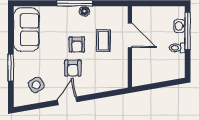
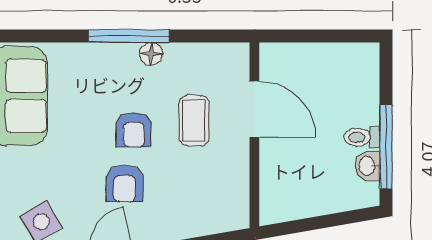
washbasin: (179, 26) -> (367, 166), moved
window: (188, 31) -> (386, 147), moved

